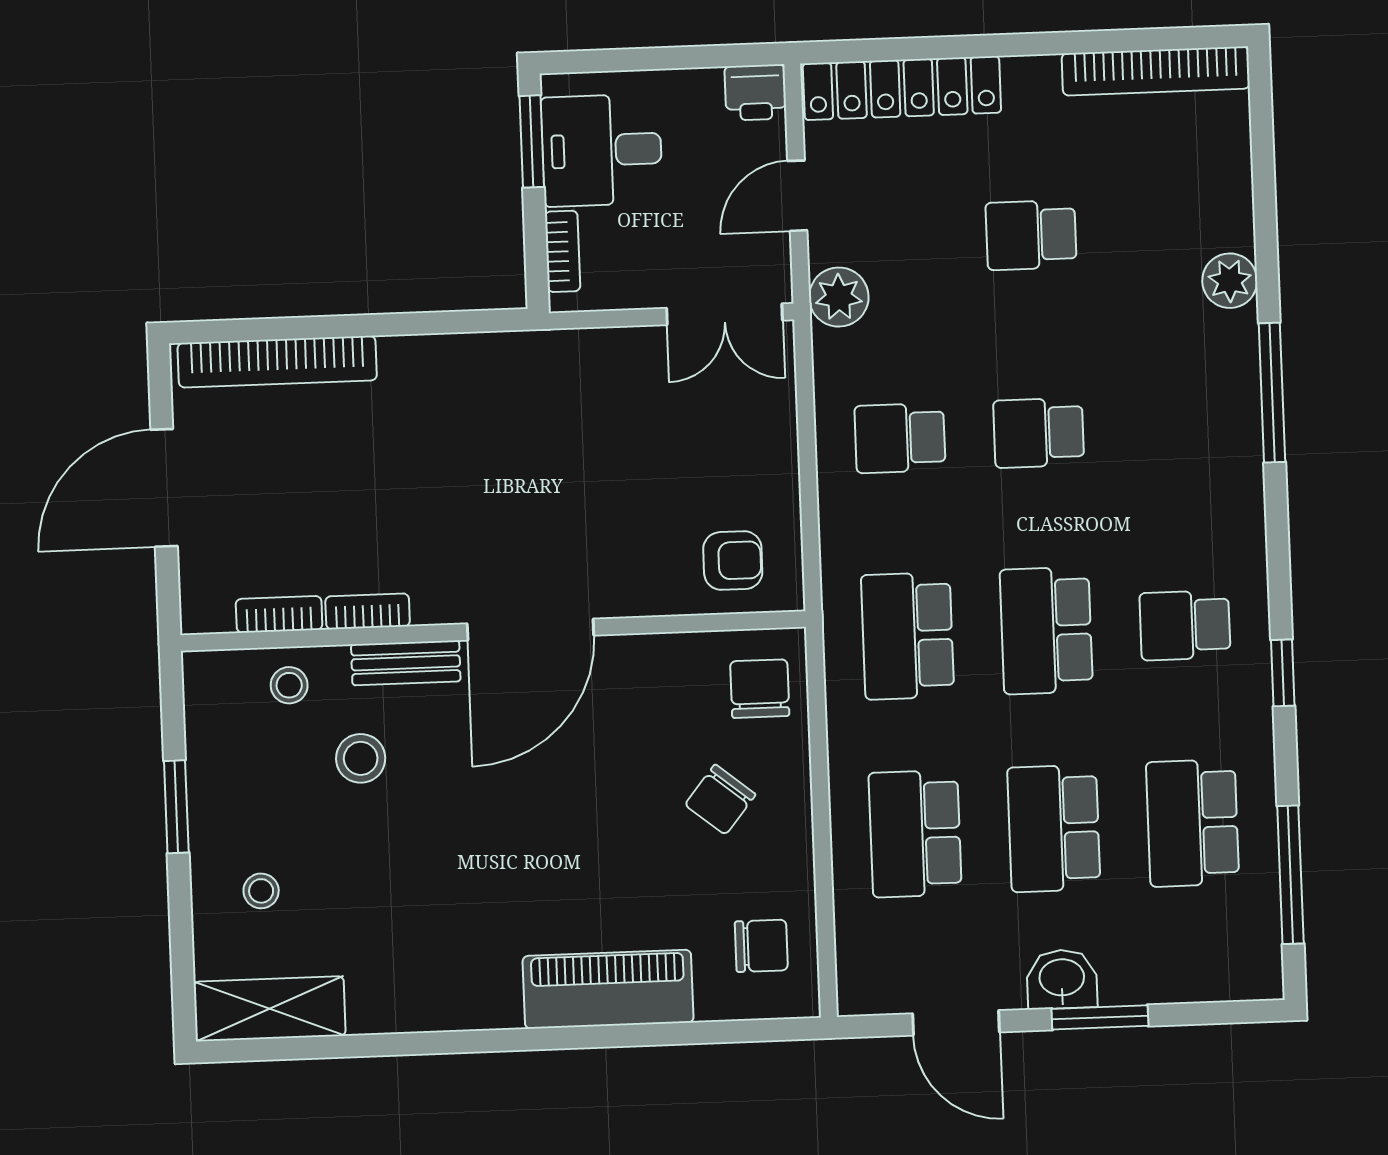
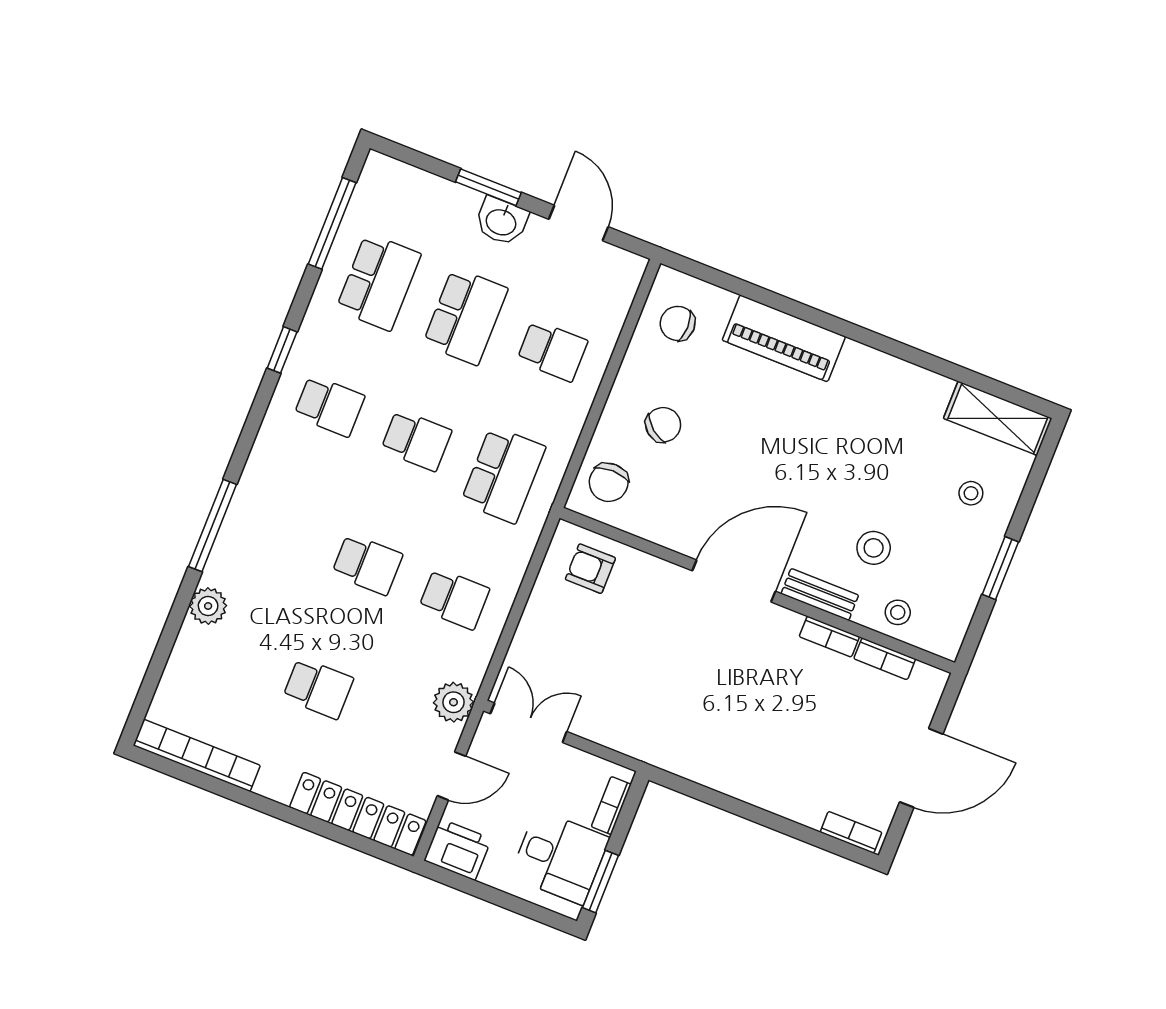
printer: (755, 92) -> (458, 850), width x1.36, depth x1.24
bookcase: (277, 362) -> (851, 832), width x0.43, depth x0.76
school desk: (1046, 631) -> (416, 440), width x0.54
school desk: (915, 834) -> (552, 351), width x0.54

